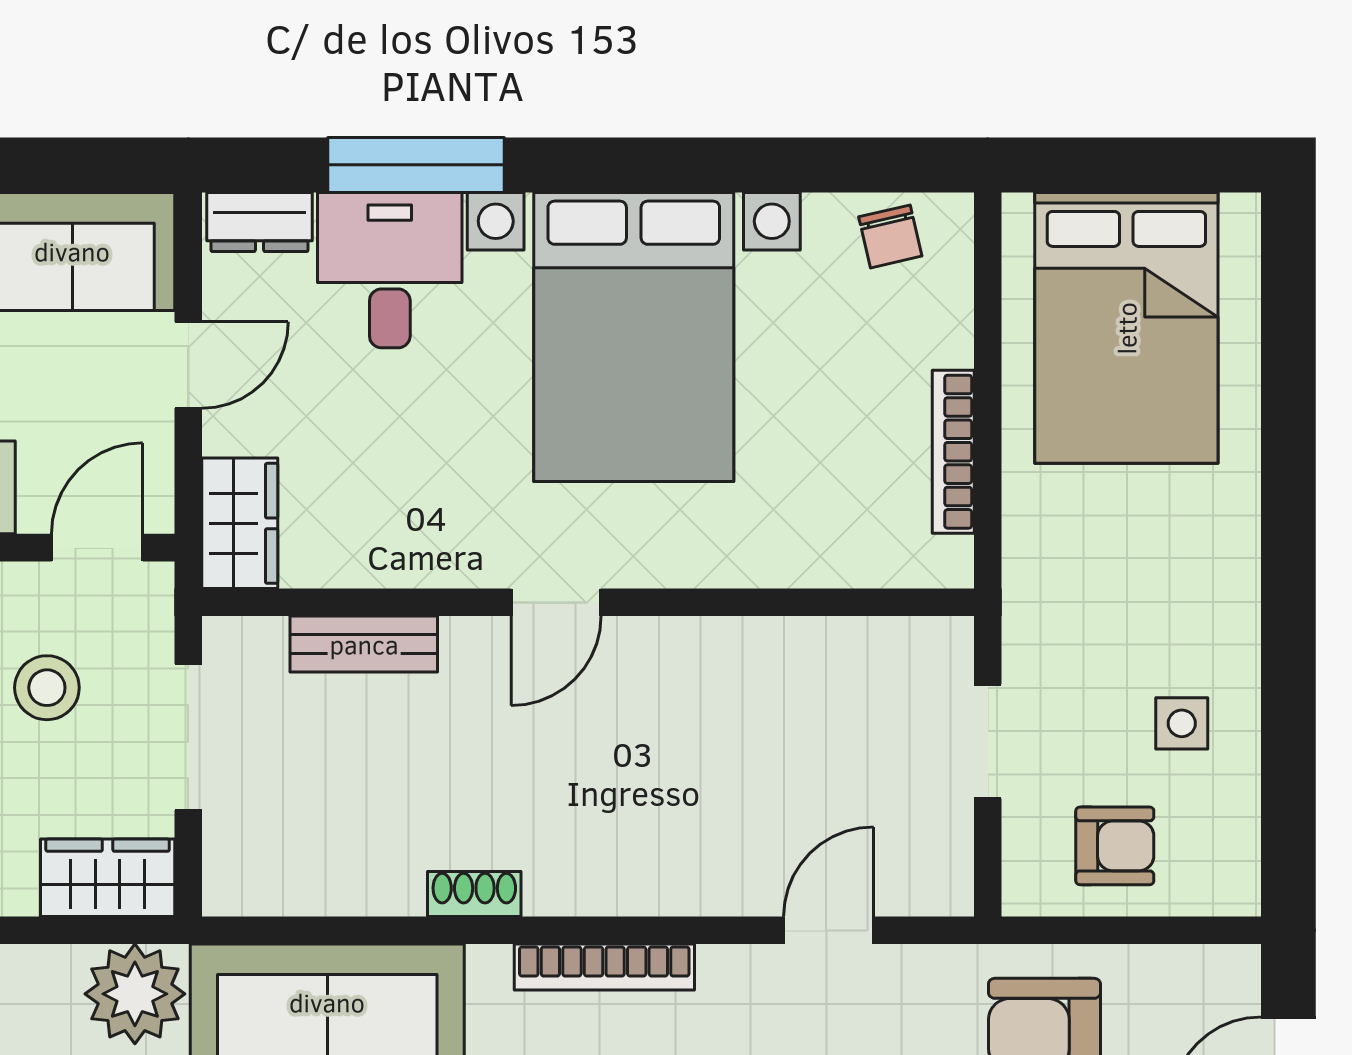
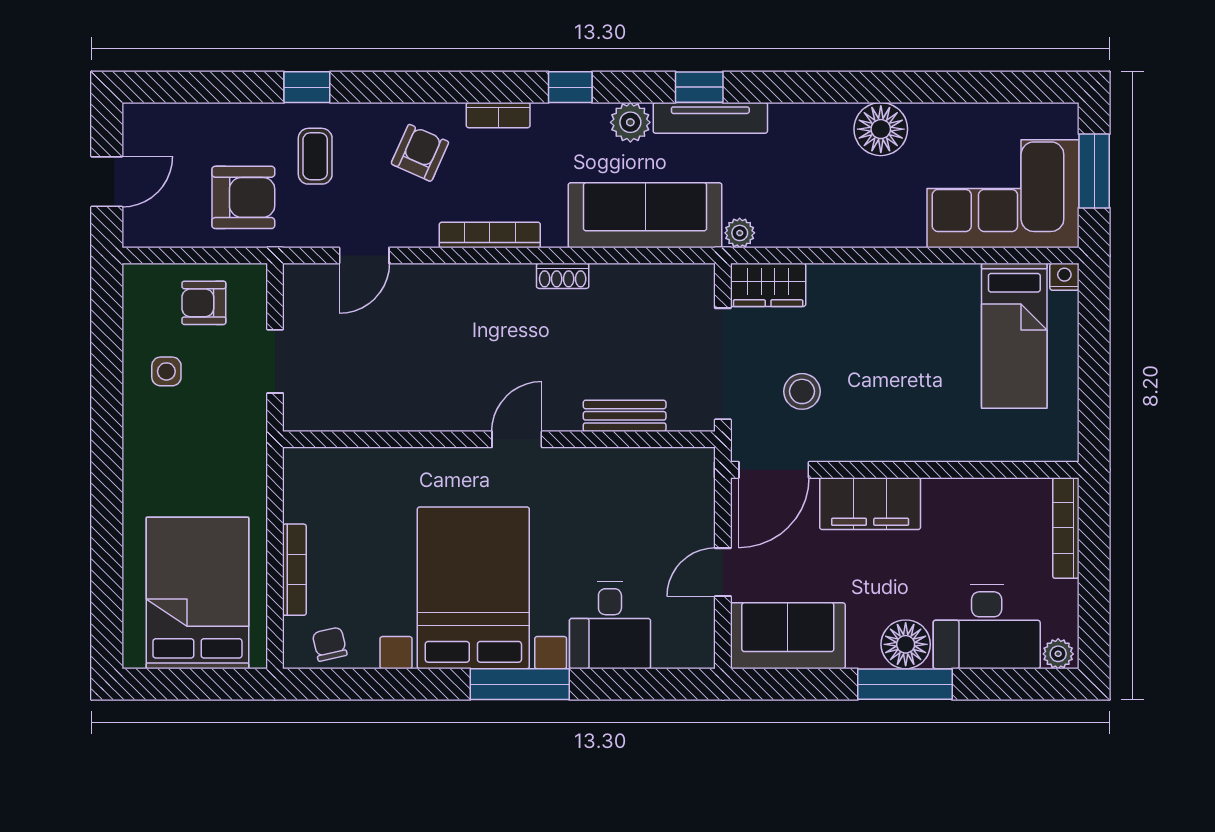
window: (416, 165) -> (520, 684), moved
dresser: (260, 222) -> (683, 652), removed
bookcase: (953, 452) -> (294, 570), moved
wardrobe: (240, 523) -> (694, 483), removed
door: (97, 548) -> (774, 470), width x1.38
doorway: (188, 737) -> (723, 364), width x1.36
plant: (135, 994) -> (740, 233), width x0.53, depth x0.53

